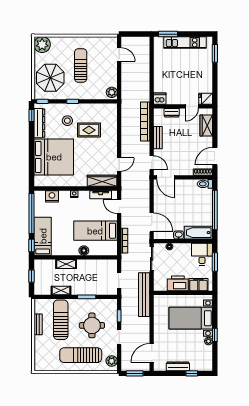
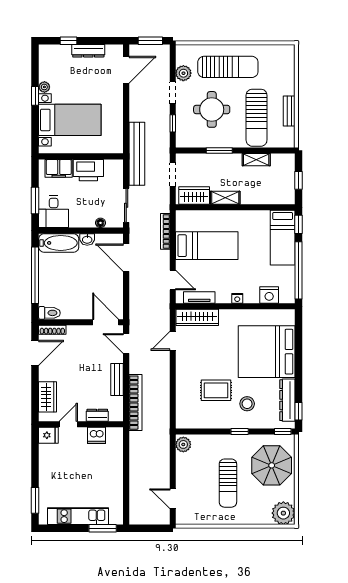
dishwasher: (160, 99) -> (96, 435), moved
floor lamp: (84, 251) -> (223, 217), removed
shelving: (66, 264) -> (225, 198), moved
wardrobe: (104, 266) -> (194, 196), added
plant: (112, 361) -> (183, 73), moved

